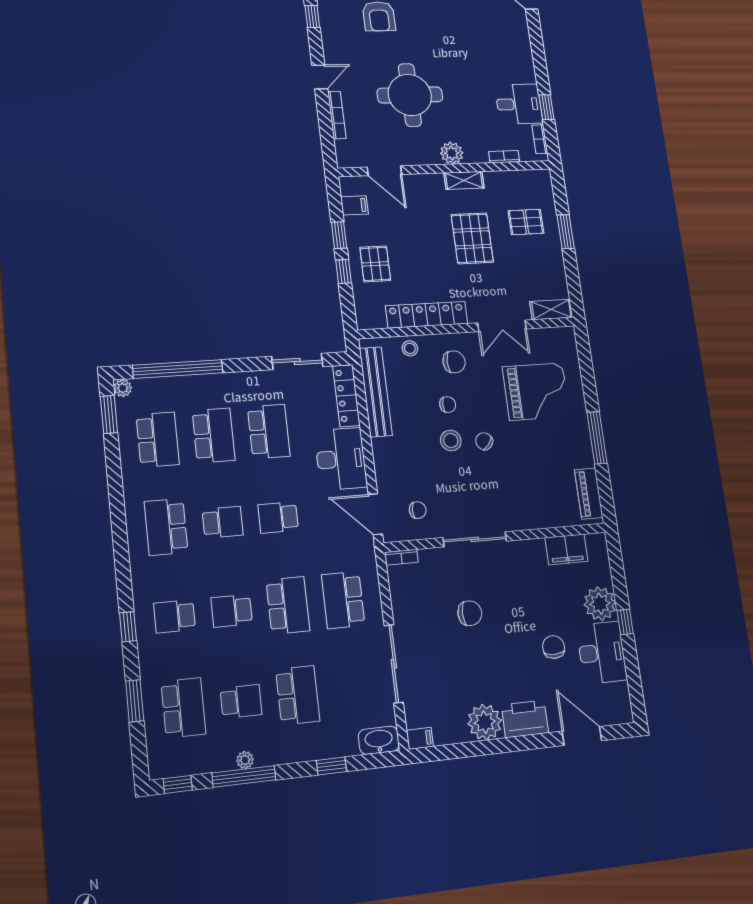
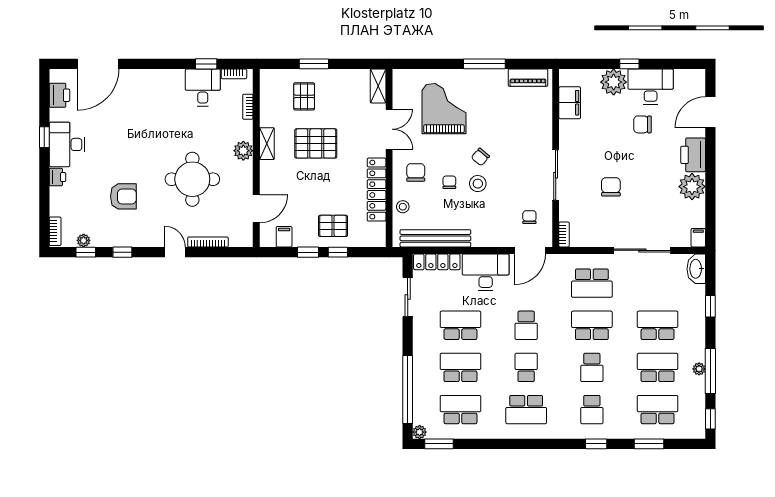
school desk: (241, 701) -> (658, 367), width x1.85

